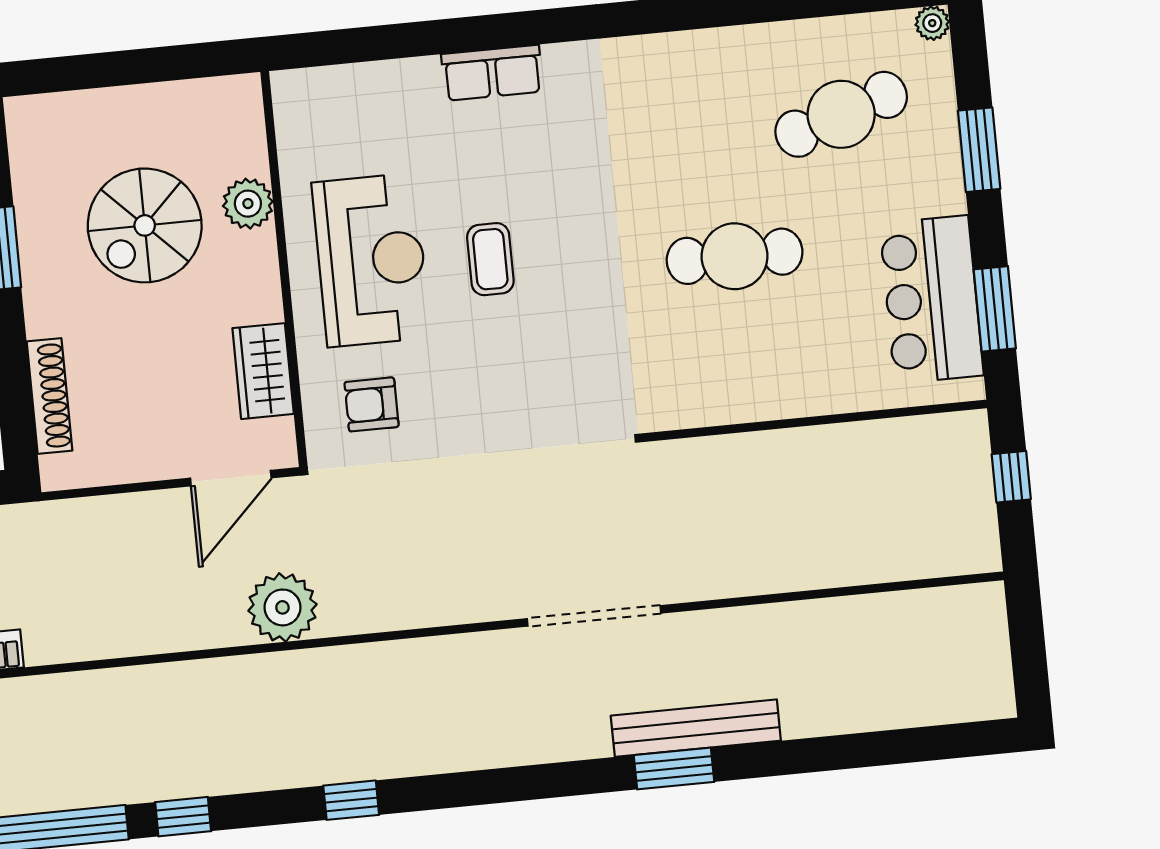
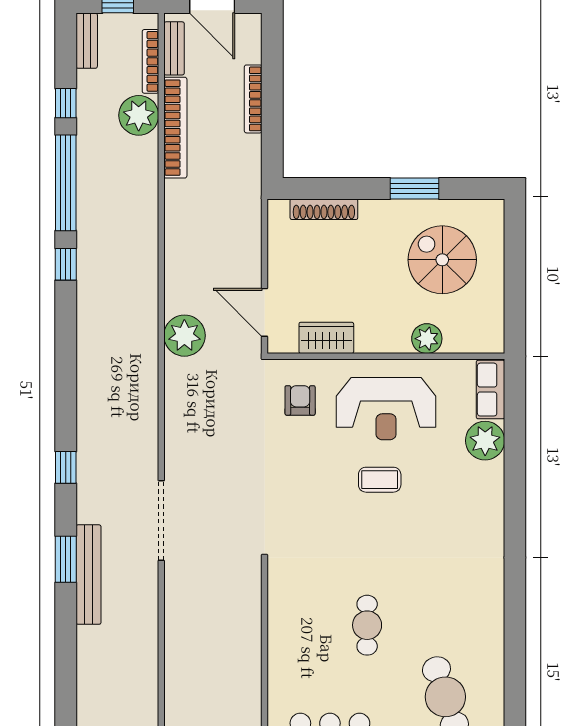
row of seats: (492, 73) -> (490, 390), moved
plant: (408, 90) -> (485, 441), added
spiral stairs: (145, 225) -> (442, 260), moved
cafe table: (735, 256) -> (367, 625), width x0.73, depth x0.74
window: (351, 800) -> (66, 467), moved

